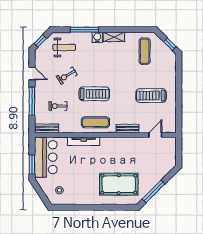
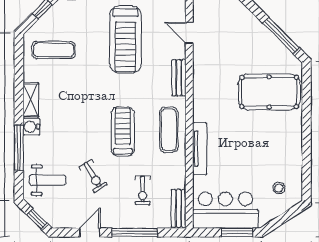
weight bench: (64, 47) -> (48, 180), turned 90
treadmill: (151, 96) -> (126, 39), width x1.37, depth x1.38
pool table: (119, 184) -> (269, 92), turned 90

